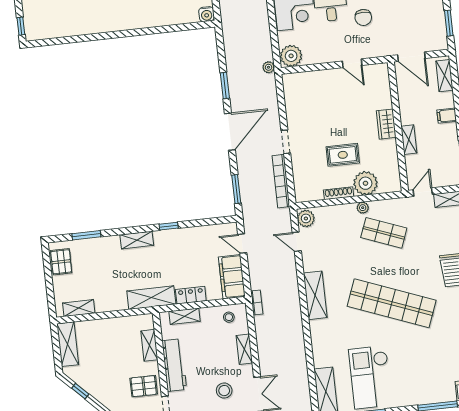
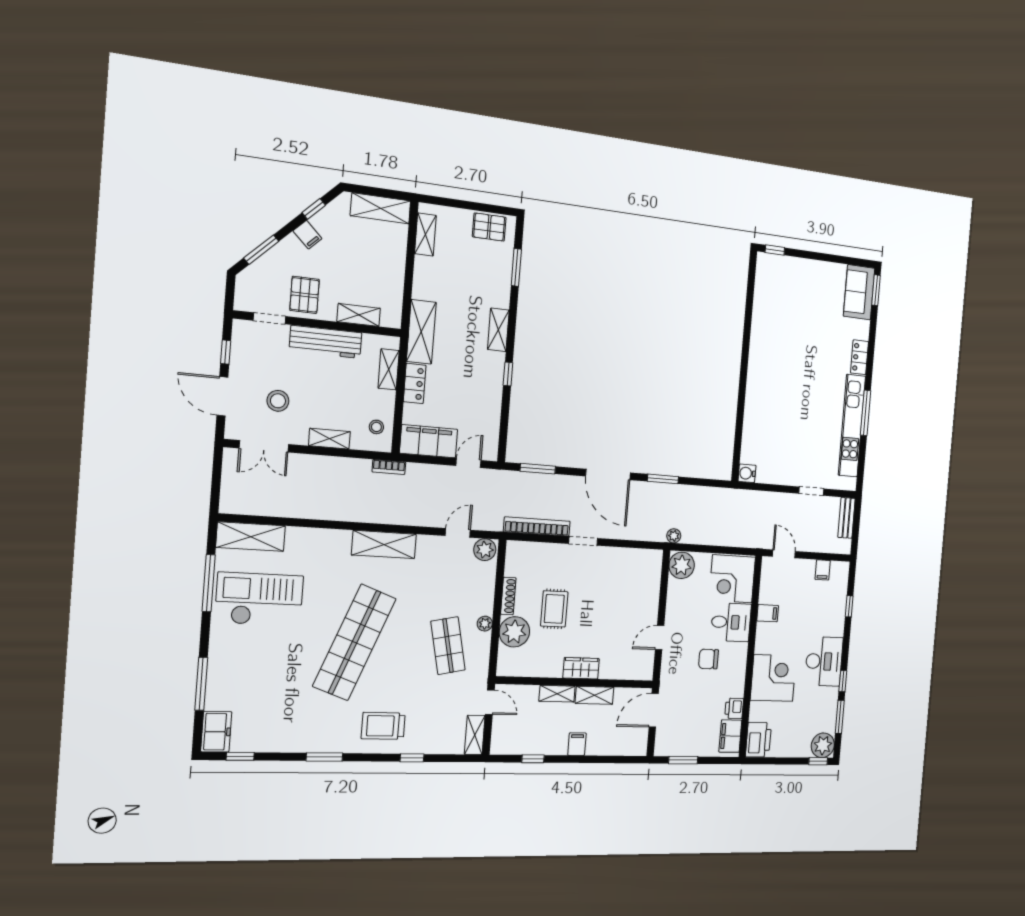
shelving: (444, 76) -> (595, 695), moved
shop shelf: (384, 233) -> (448, 646), turned -33
filing cabinet: (100, 392) -> (307, 235), added

